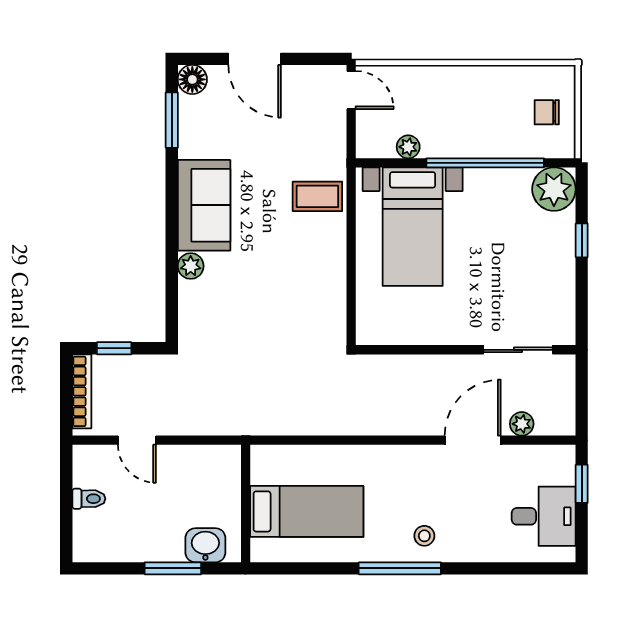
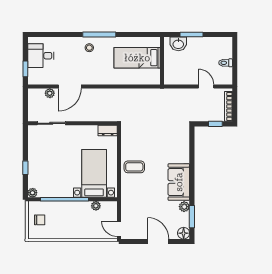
plant: (554, 189) -> (33, 193), width x0.53, depth x0.53
coffee table: (317, 196) -> (134, 167), moved
plant: (191, 266) -> (184, 207), moved
dresser: (379, 332) -> (108, 131), added

